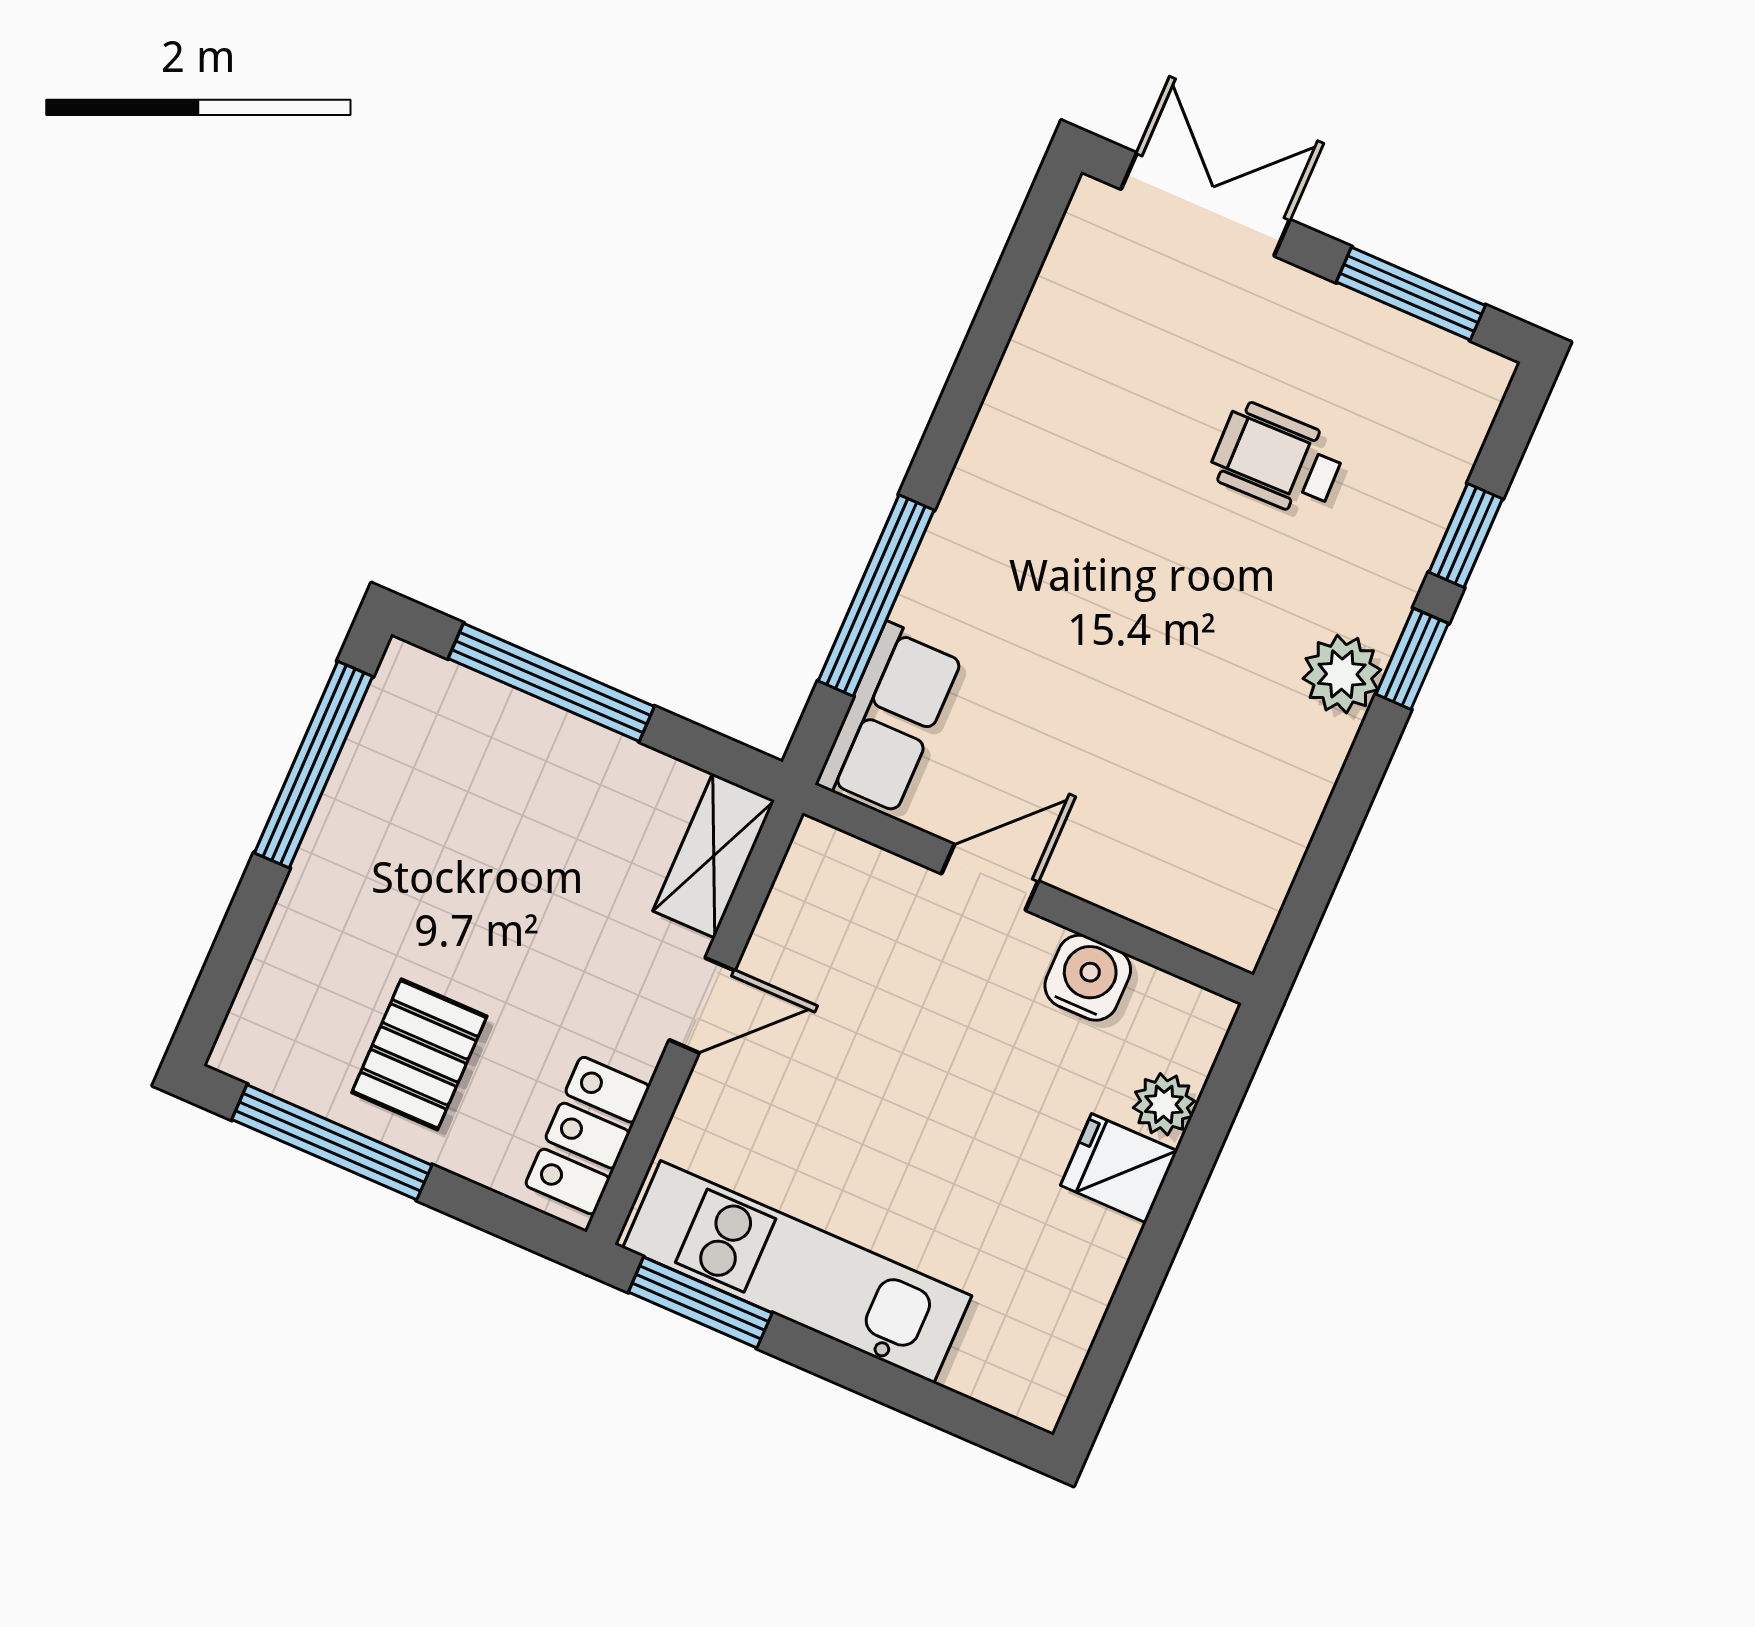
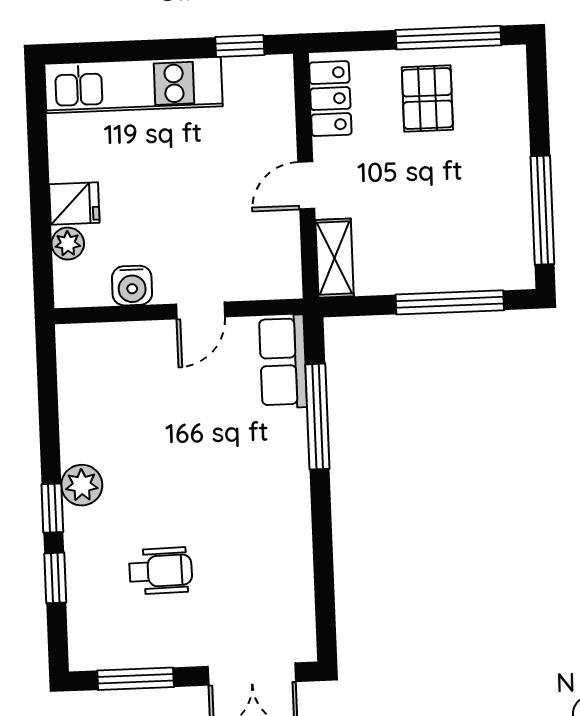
kitchen unit: (797, 1272) -> (133, 85), moved
window: (700, 1302) -> (240, 46), width x0.67

